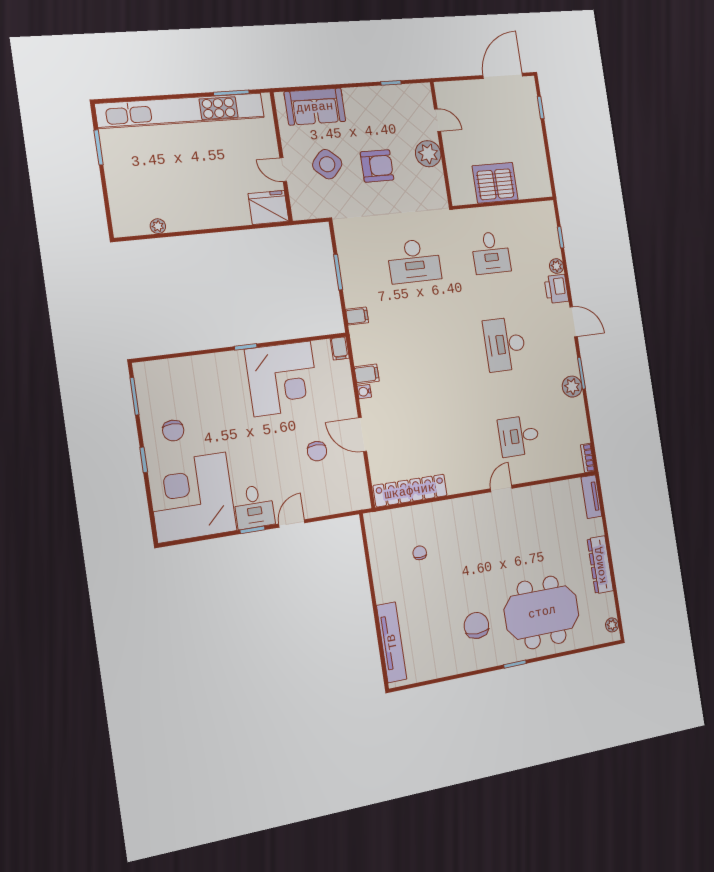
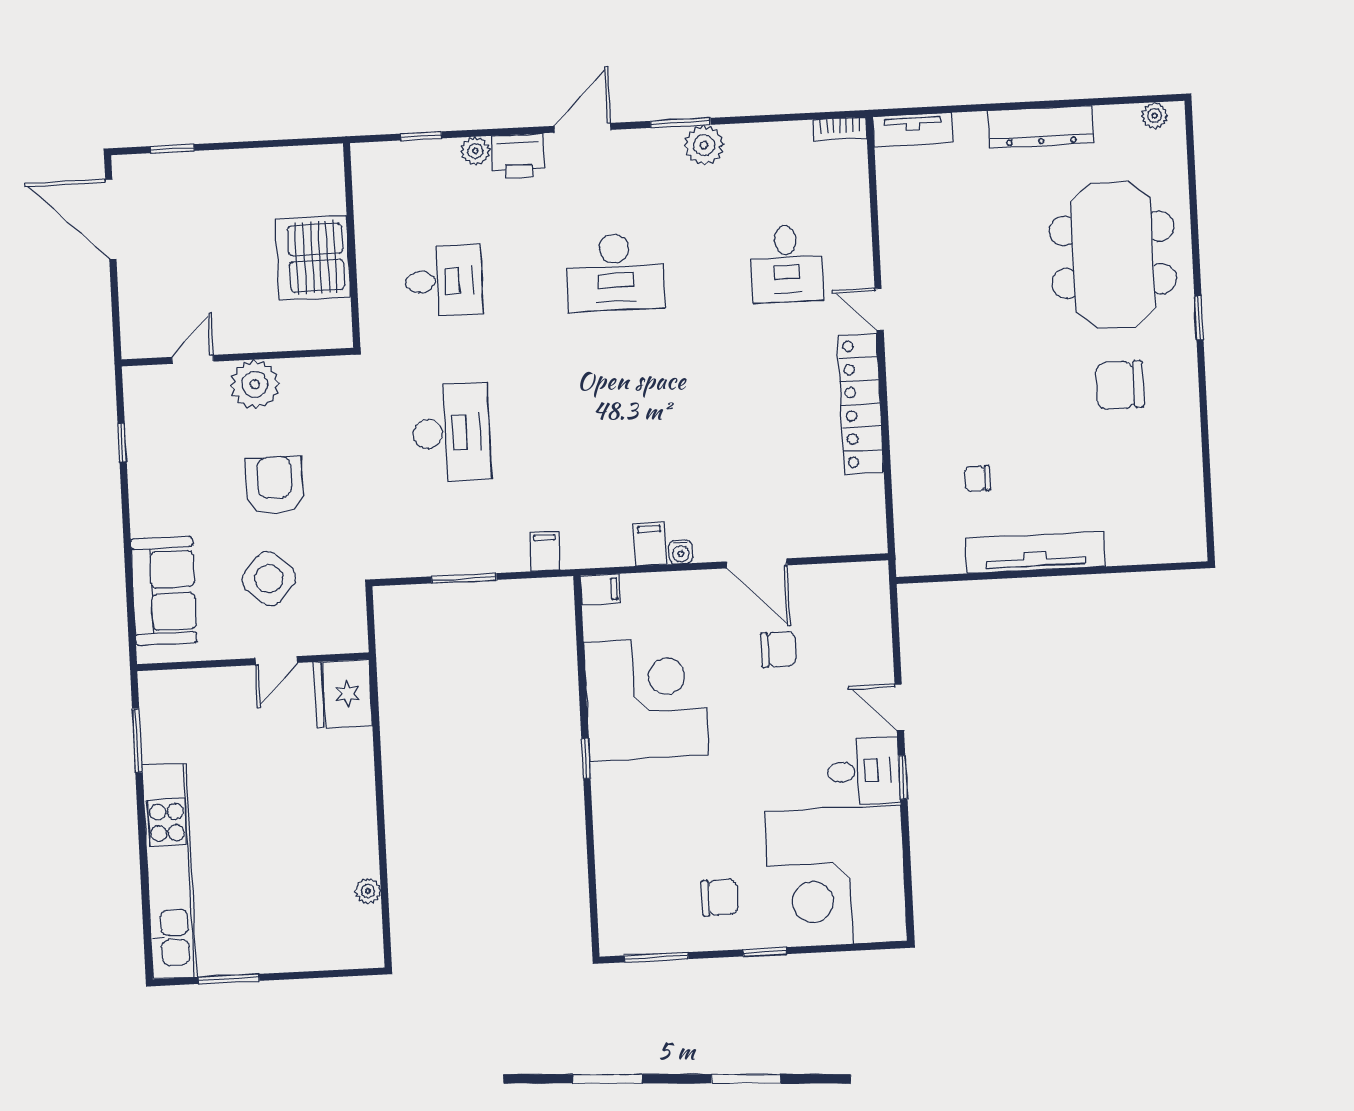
kitchen unit: (181, 111) -> (169, 871), width x0.73
door: (362, 435) -> (757, 563), hinge flipped
locker: (410, 491) -> (861, 404), moved
tv unit: (392, 642) -> (1035, 552), moved

